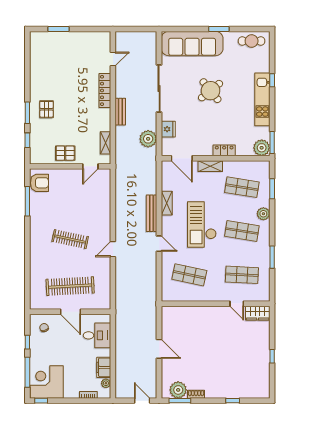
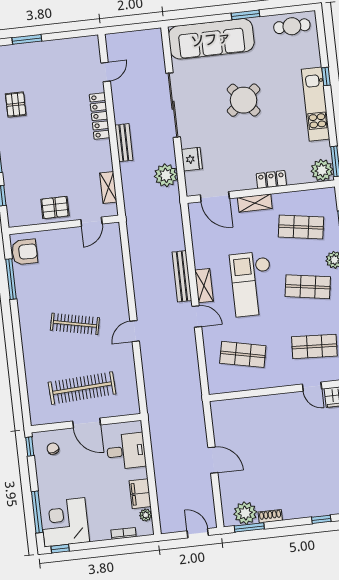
pallet: (47, 109) -> (16, 104), moved
shelving: (167, 203) -> (204, 286), moved
window: (27, 342) -> (30, 446), moved

